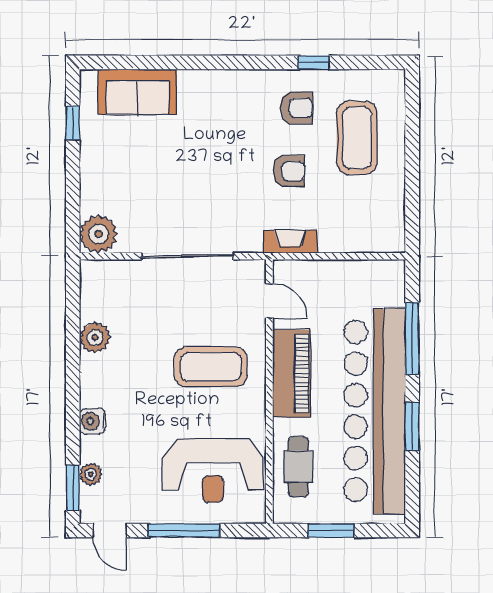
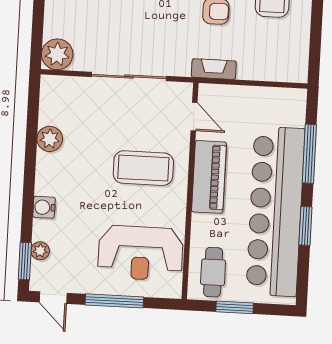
cafe table: (298, 467) -> (213, 272), moved

